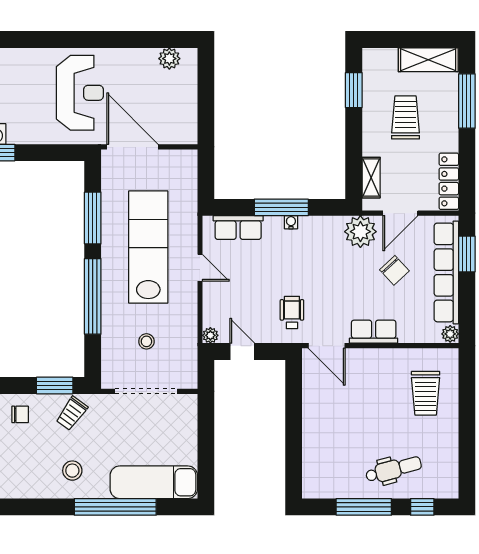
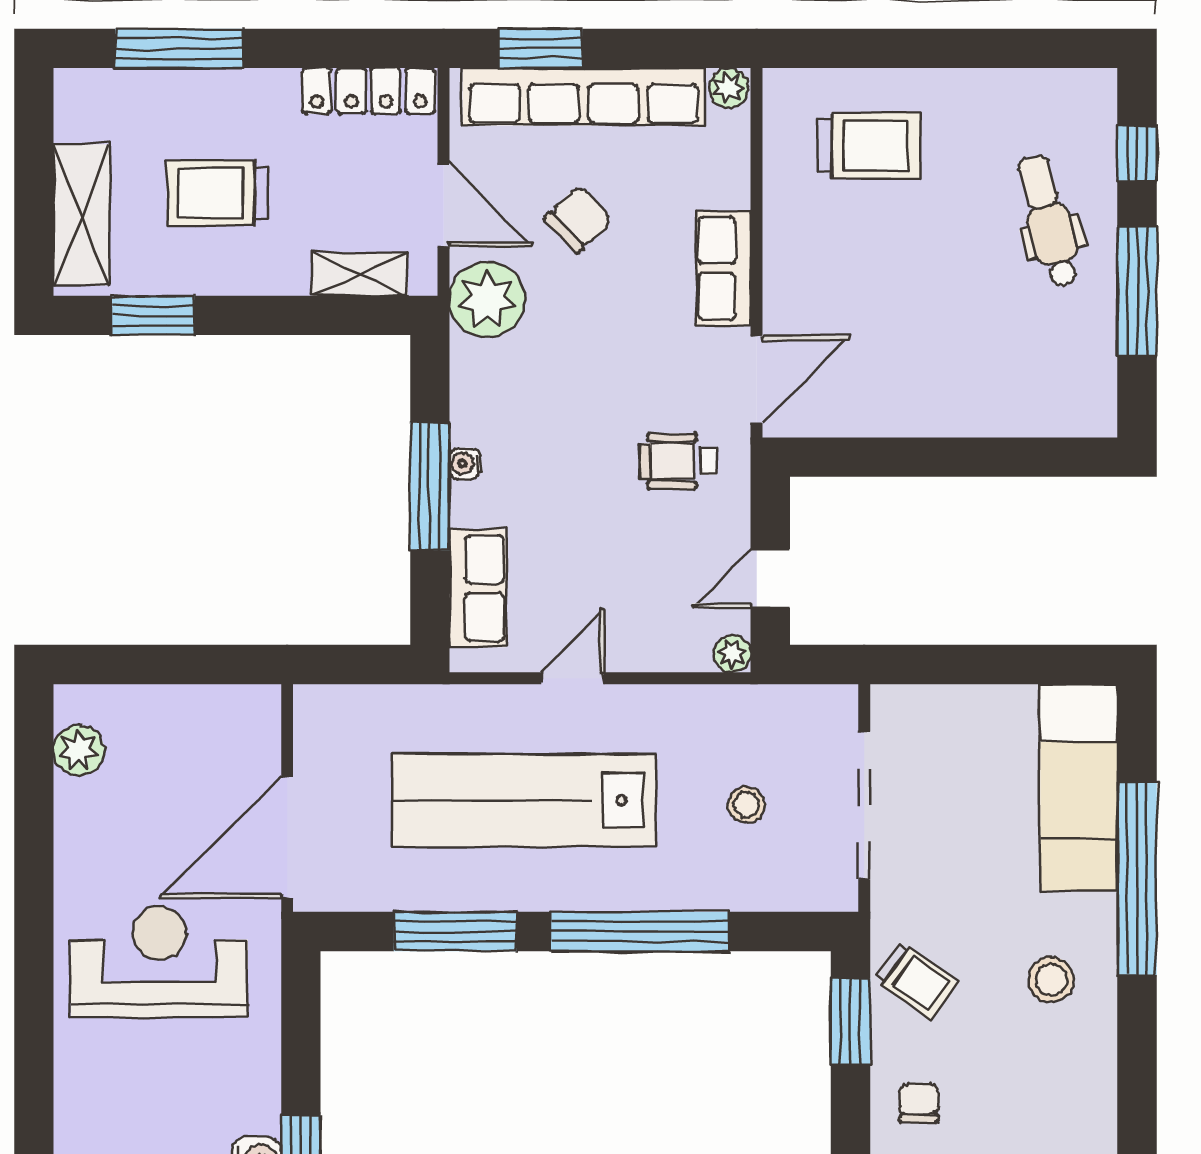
shelving: (428, 60) -> (82, 215), moved

